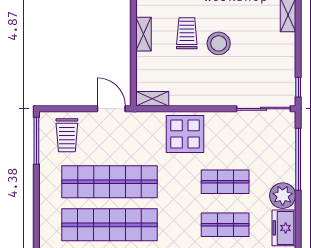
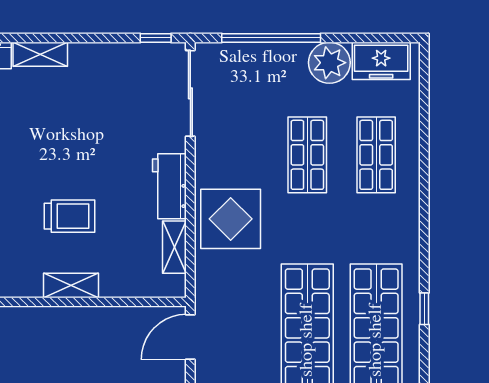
trolley: (187, 33) -> (69, 216), turned 180
stool: (219, 43) -> (86, 165), removed
workbench: (206, 96) -> (169, 186), added
shelving: (152, 99) -> (174, 247), moved

